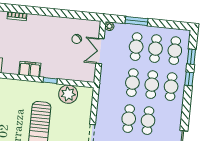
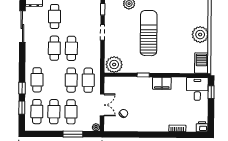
cafe table: (152, 85) -> (88, 80), moved
plant: (68, 94) -> (114, 65), moved

